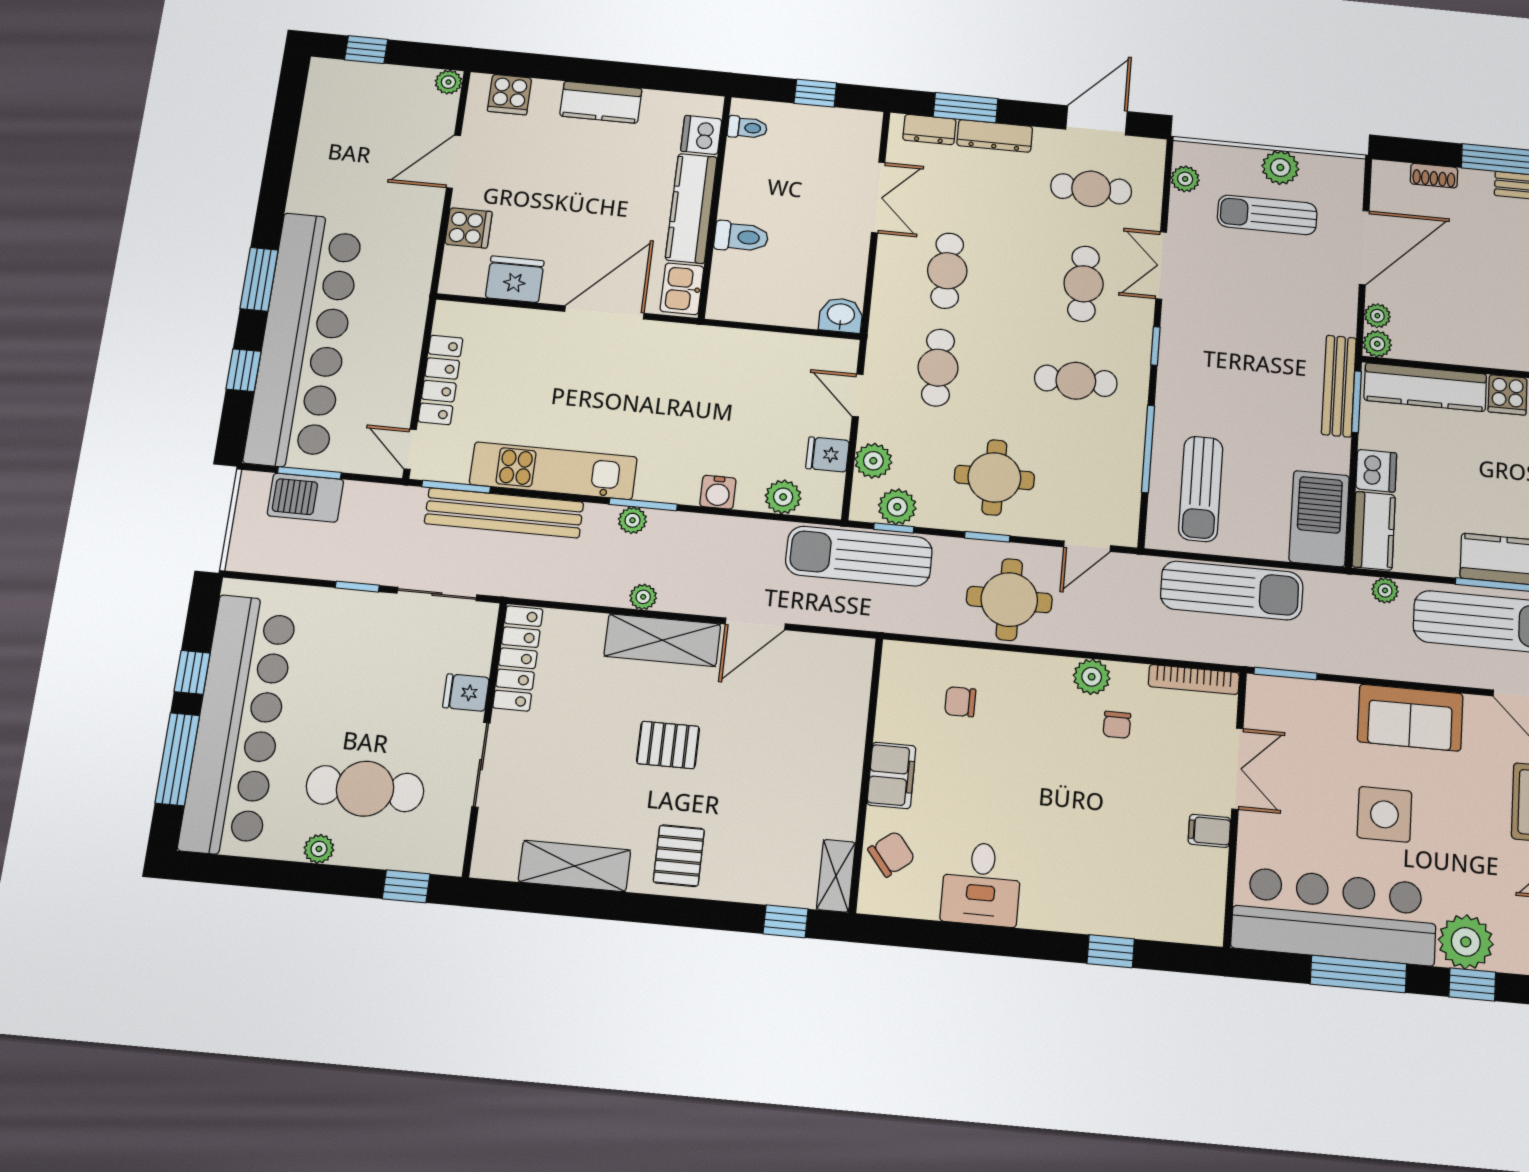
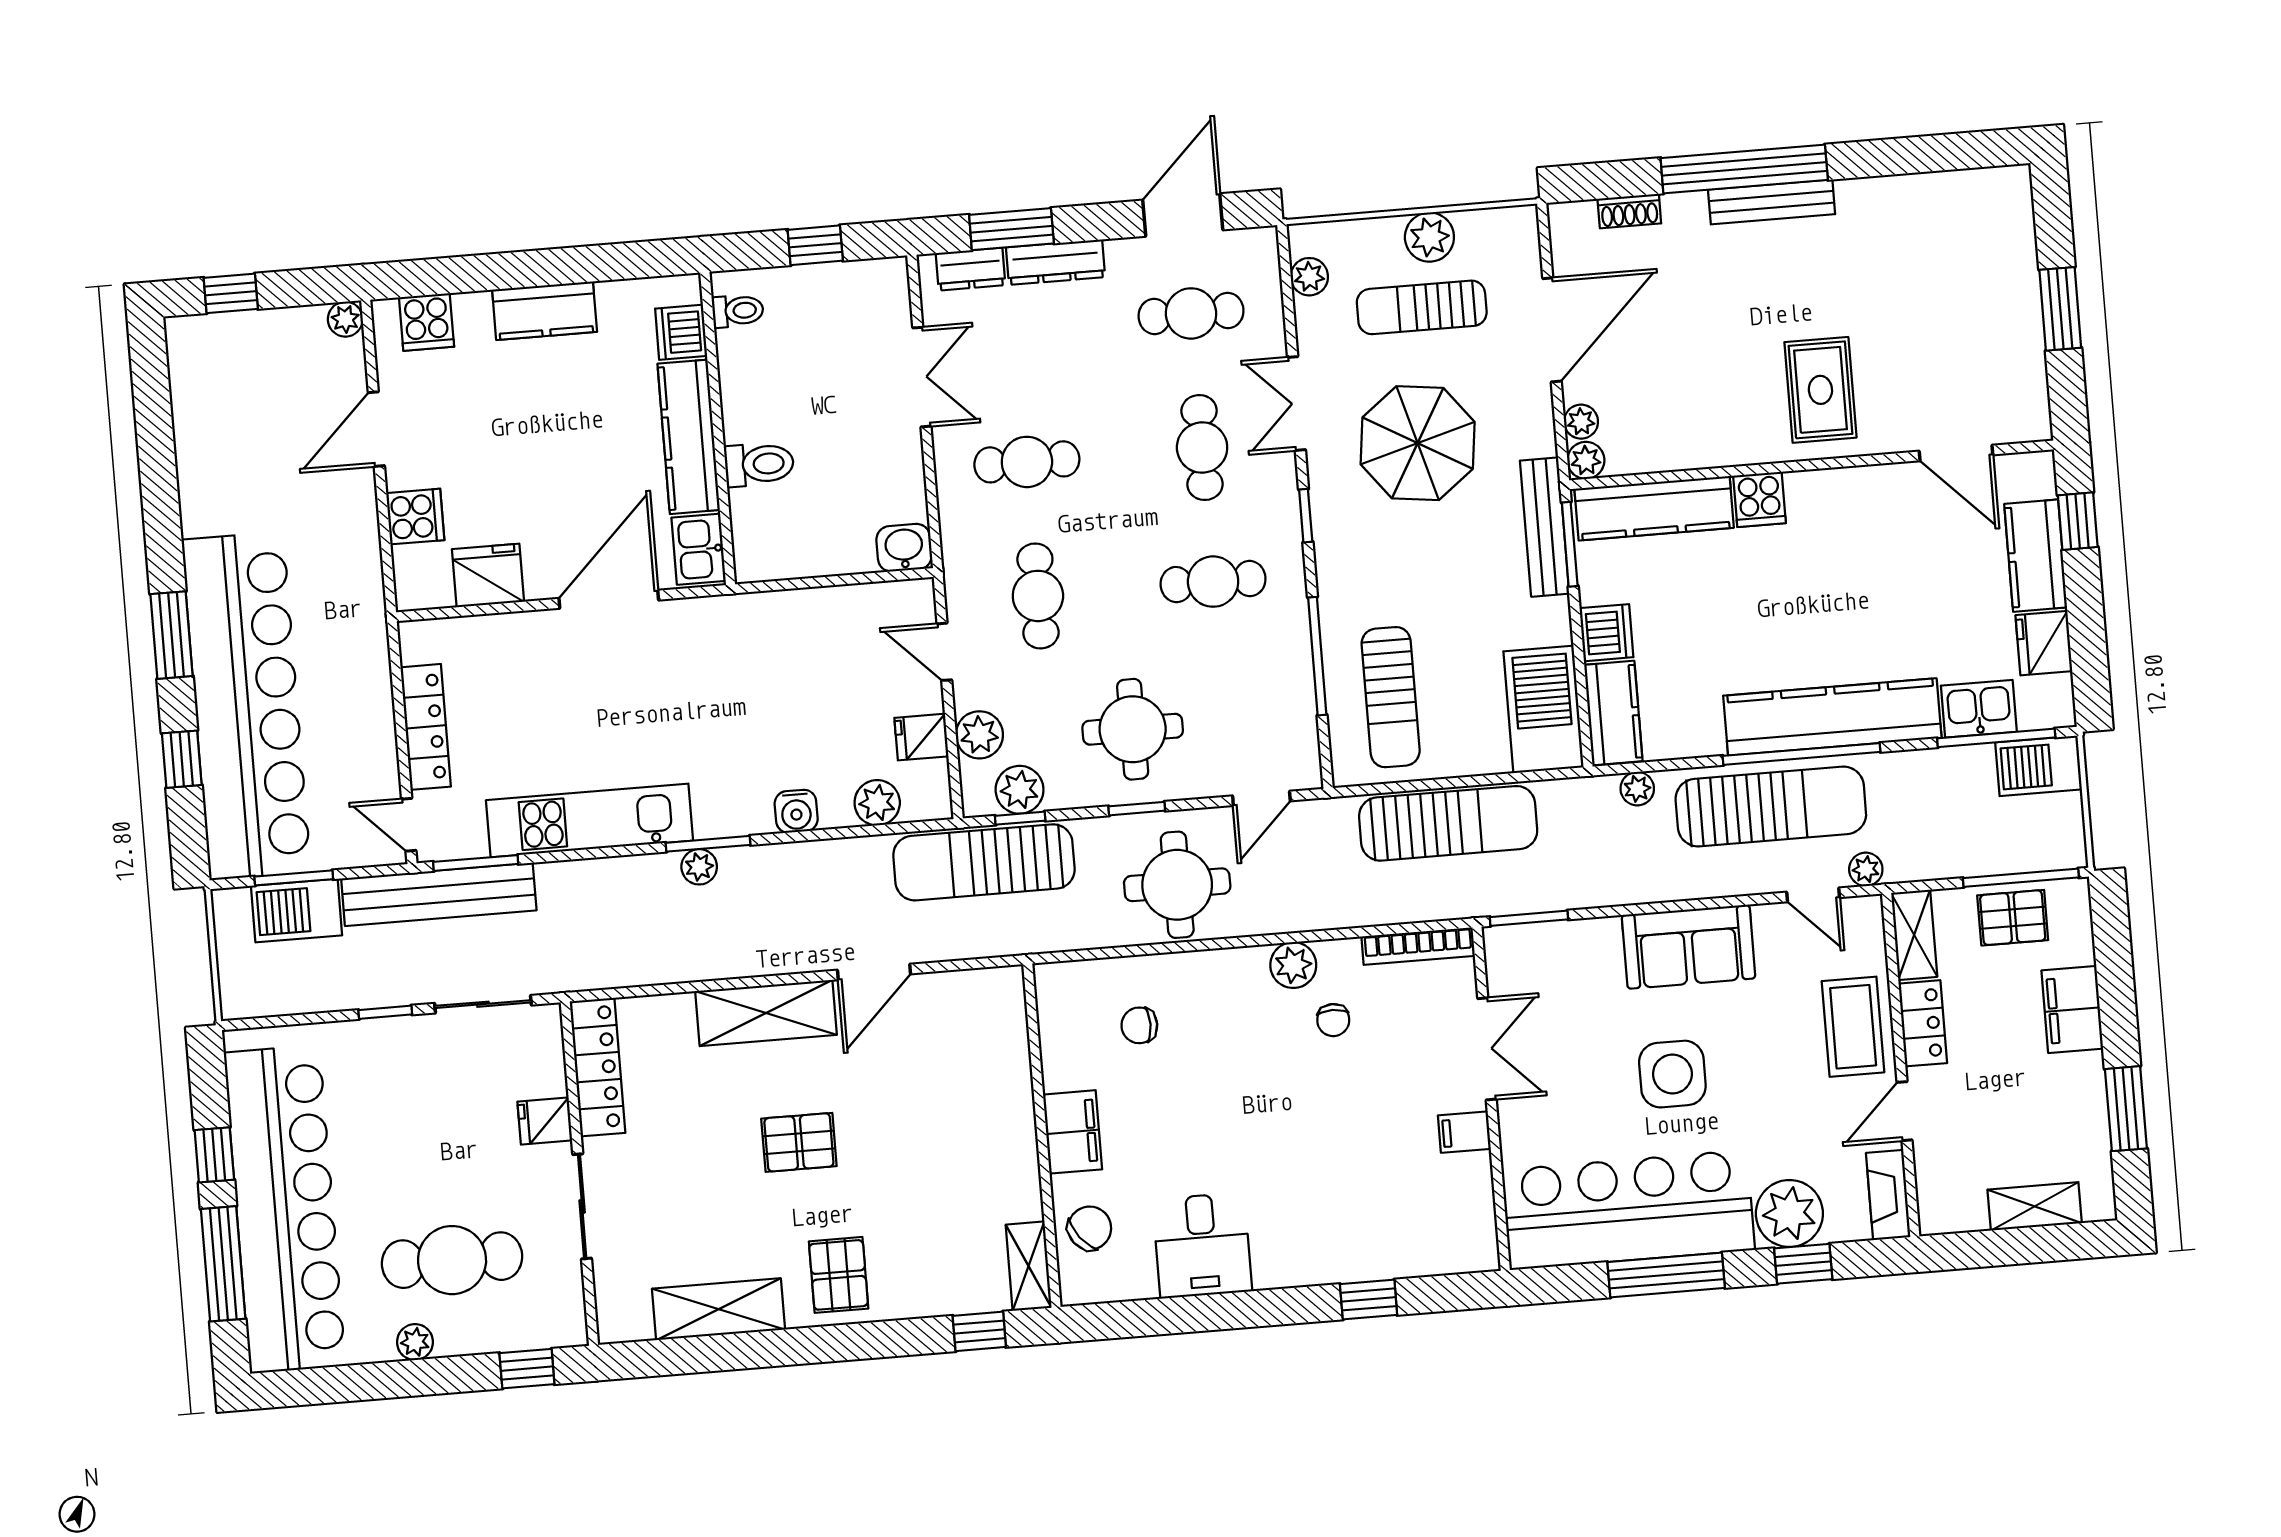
cafe table: (947, 271) -> (1027, 462), turned 90
parasol: (1250, 309) -> (1418, 443), added
bench: (504, 513) -> (439, 894), moved
plant: (643, 597) -> (732, 962), removed

